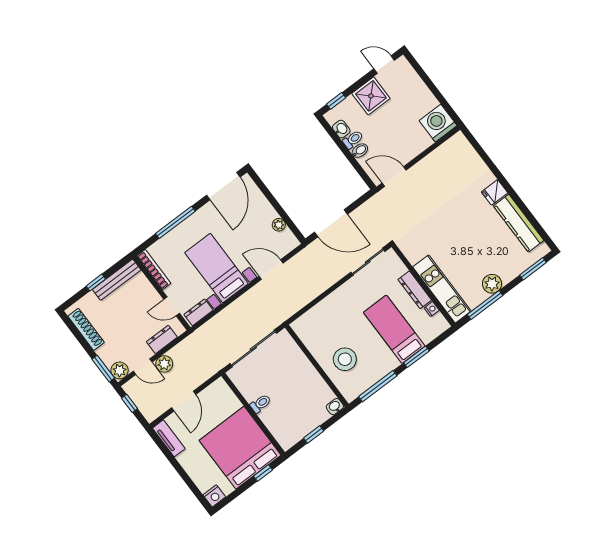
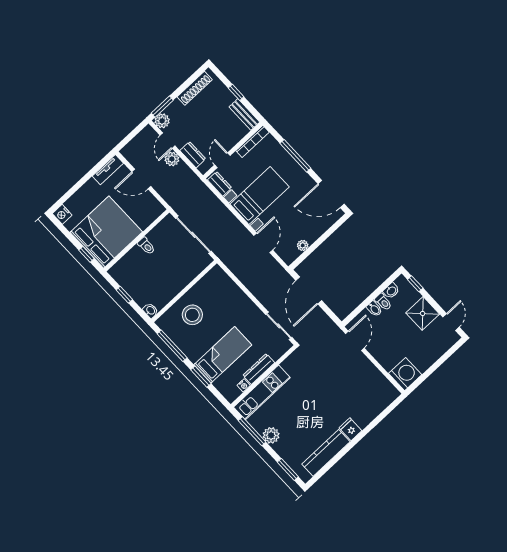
bench: (117, 280) -> (244, 114), width x0.73
window: (130, 403) -> (135, 133), removed

